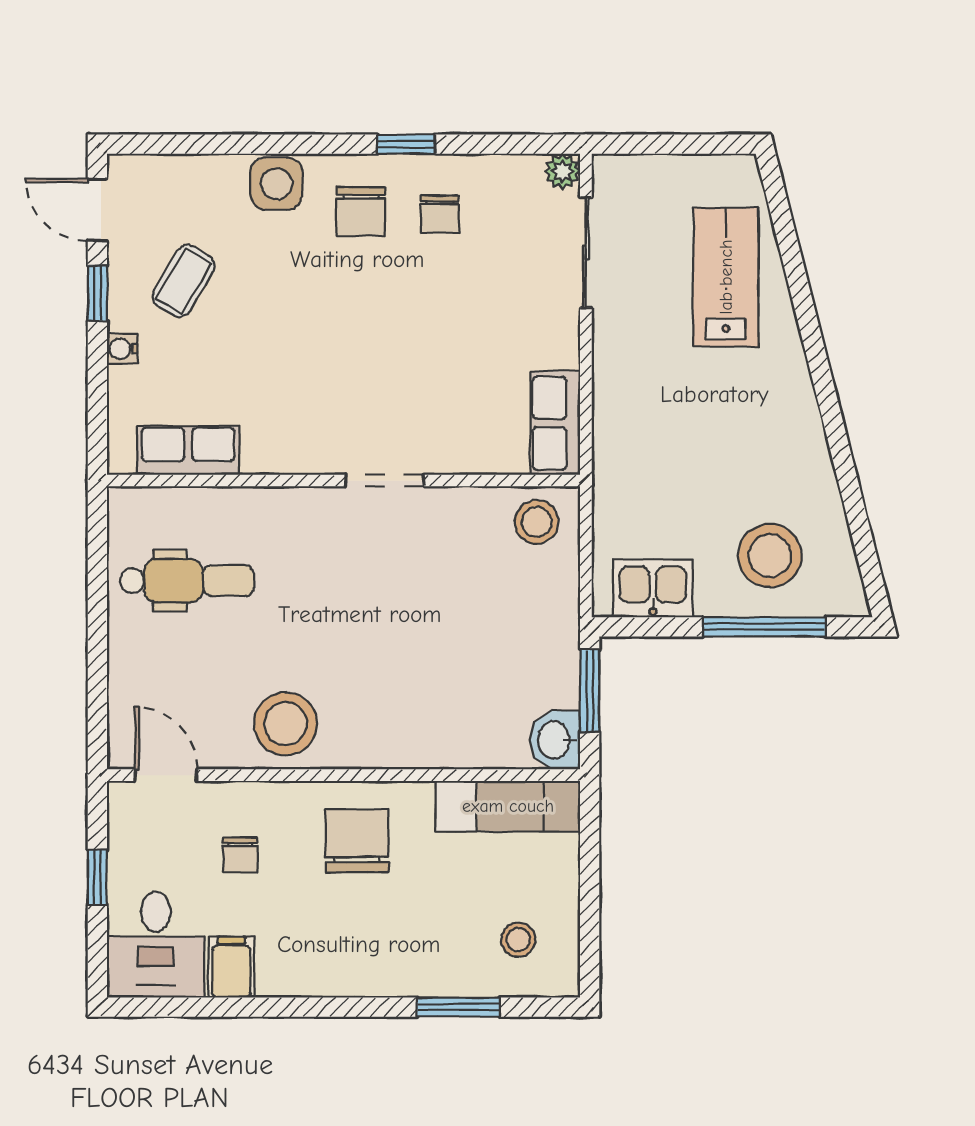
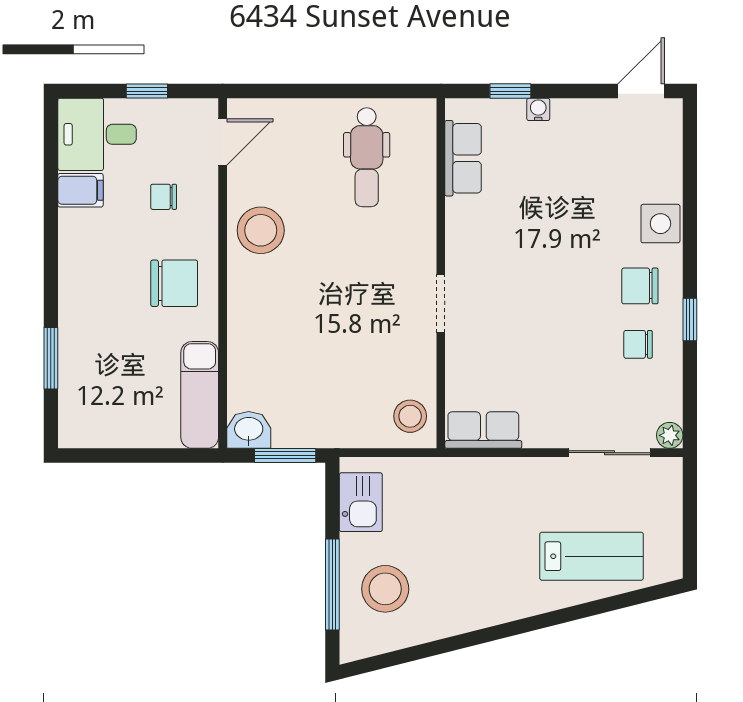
coffee table: (184, 281) -> (588, 155), removed
window: (97, 293) -> (510, 91), moved
stool: (518, 940) -> (101, 403), removed

